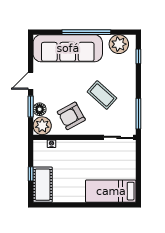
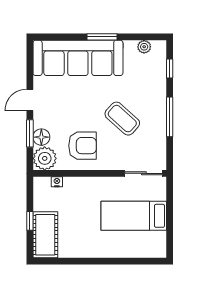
window: (86, 32) -> (102, 37), width x0.47
plant: (119, 44) -> (144, 47), width x0.53, depth x0.53
window: (138, 114) -> (170, 117), moved
armchair: (71, 116) -> (82, 146), turned -151
bed: (111, 191) -> (134, 216), moved

